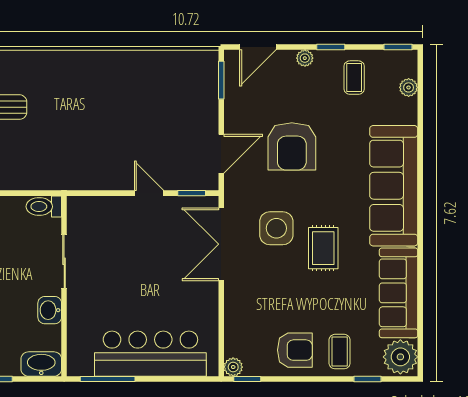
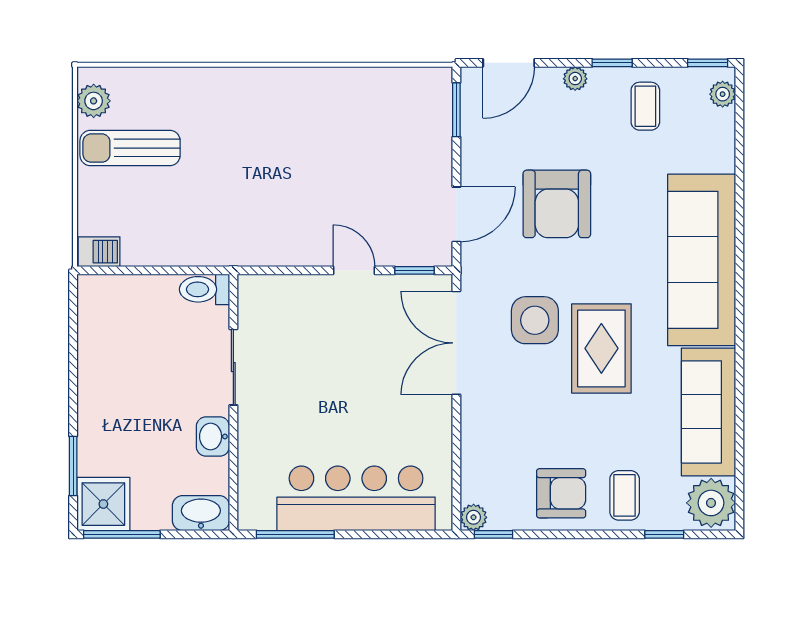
plant: (409, 87) -> (723, 94), moved
rug: (323, 248) -> (601, 348), width x1.36, depth x1.43

